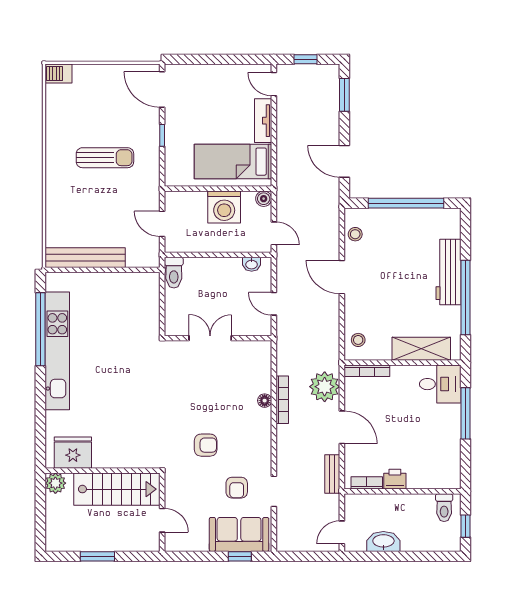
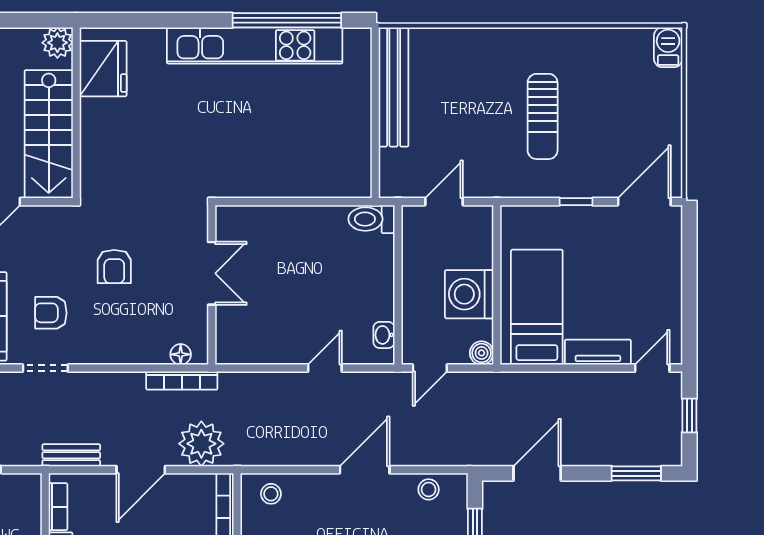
double door: (210, 338) -> (212, 273), moved
wall: (218, 338) -> (212, 285), moved

